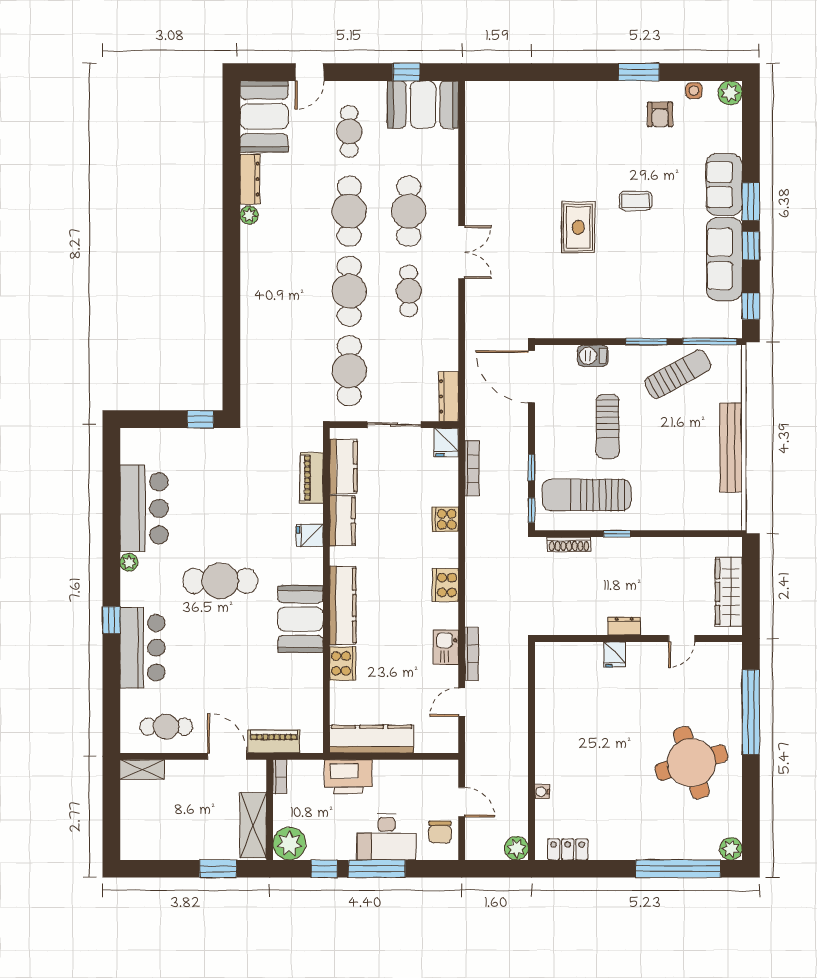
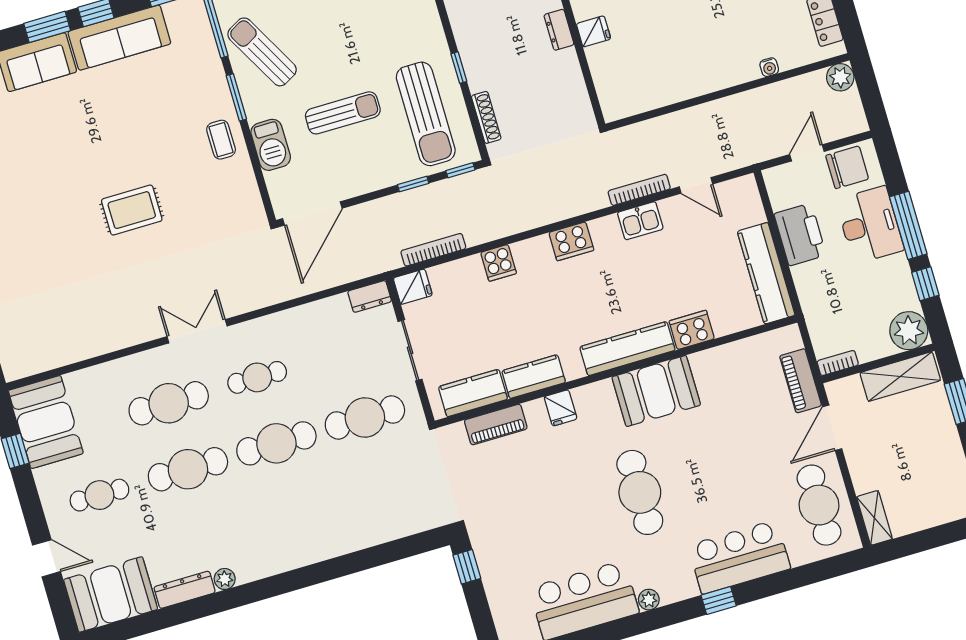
coffee table: (636, 201) -> (221, 140), moved
barbecue: (593, 356) -> (271, 145), width x1.38, depth x1.27
dresser: (449, 396) -> (370, 296), width x0.70
cafe table: (166, 727) -> (819, 505), width x1.37, depth x1.35
printer: (348, 777) -> (800, 234), moved
chair: (440, 832) -> (847, 167), width x1.37, depth x1.37

